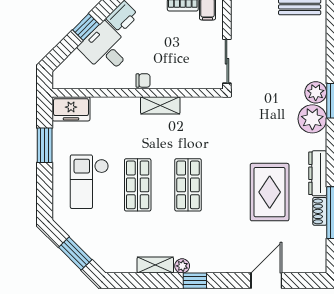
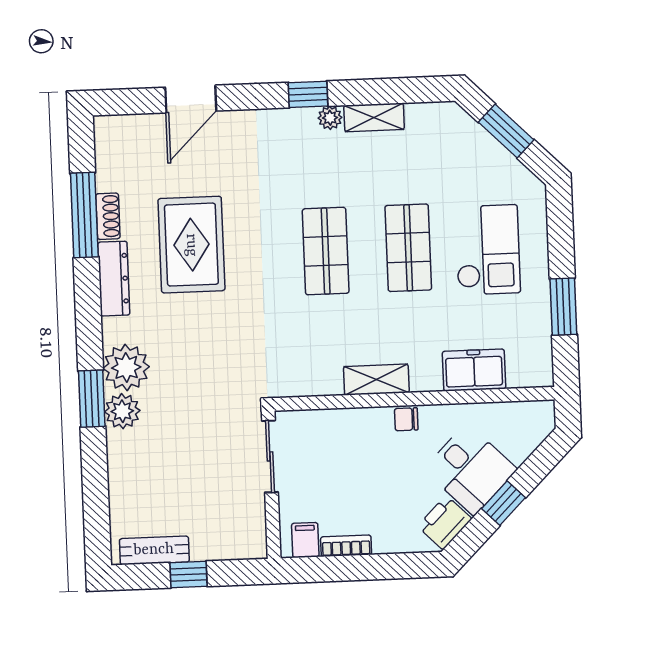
freezer: (71, 109) -> (474, 370), moved

